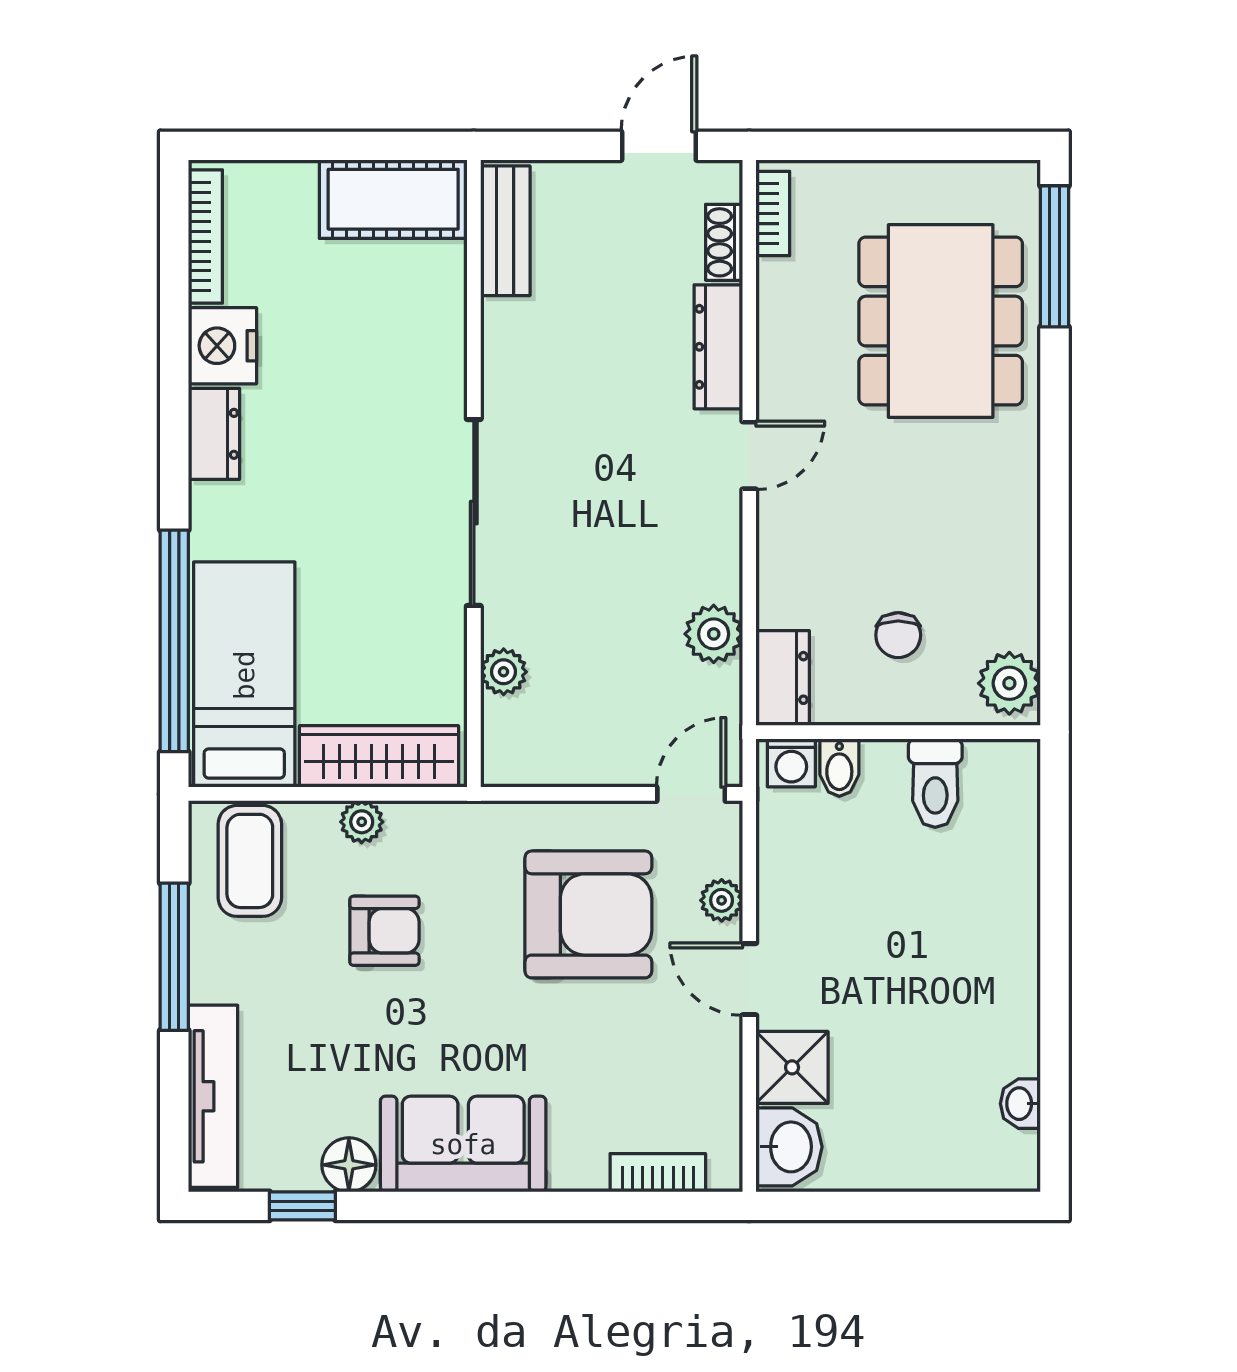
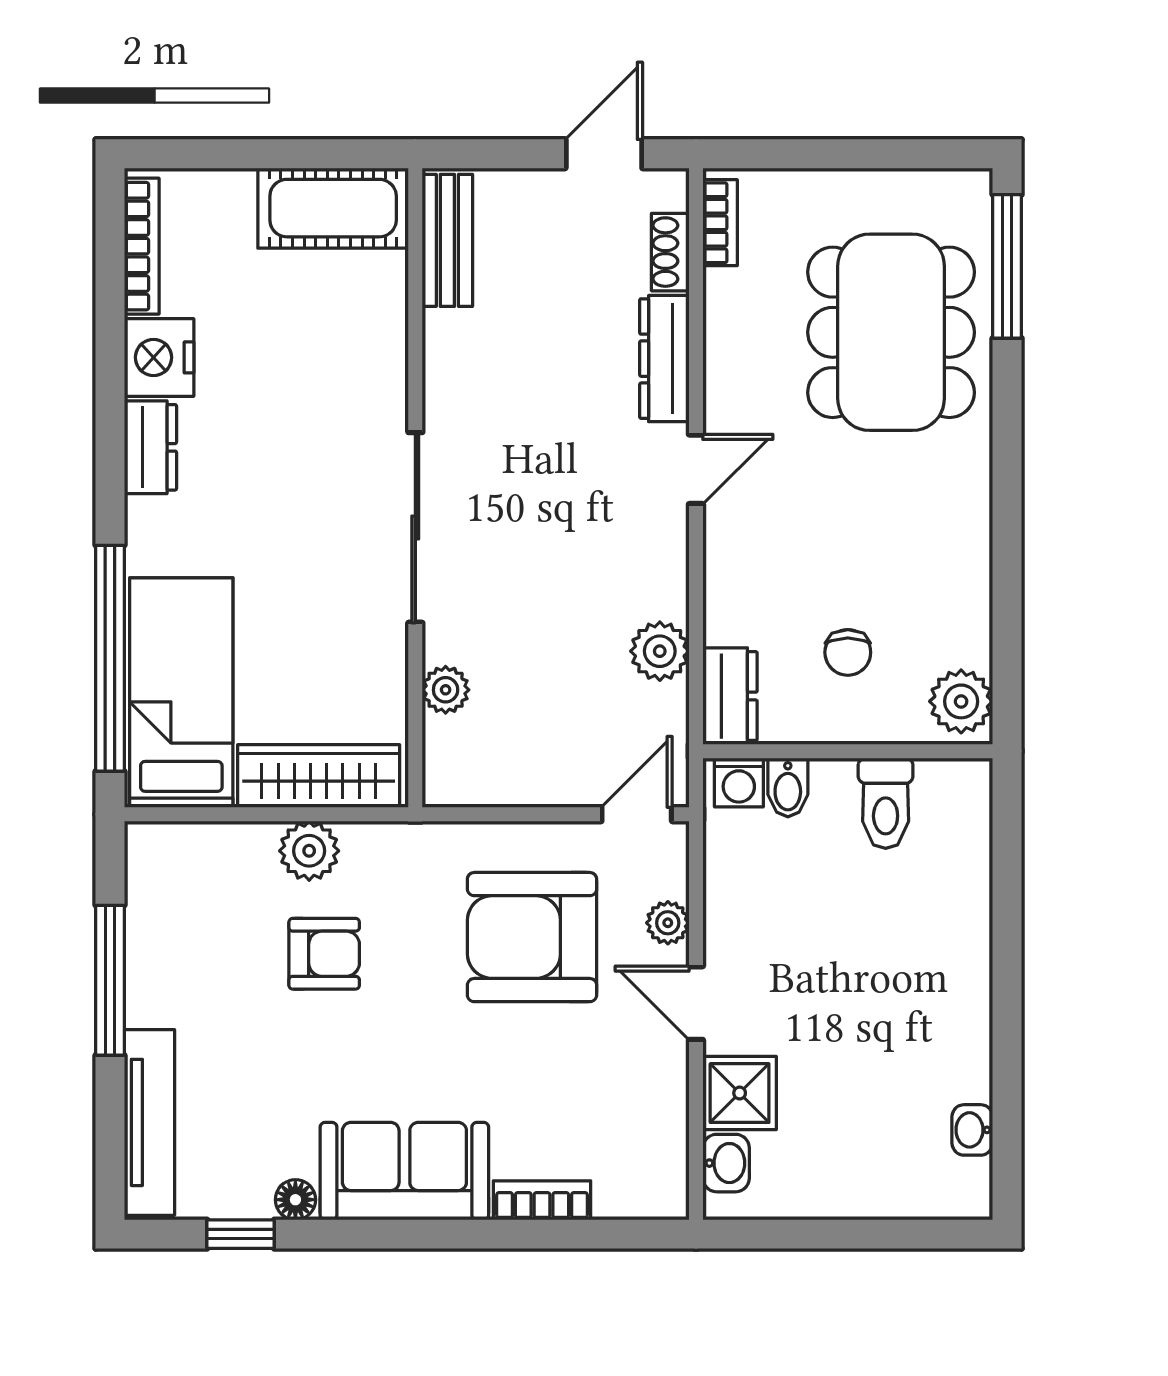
plant: (362, 822) -> (309, 851), width x1.38, depth x1.38
coffee table: (250, 861) -> (187, 883), removed
armchair: (588, 914) -> (532, 937), turned 180
washbasin: (789, 1147) -> (726, 1163), width x0.72, depth x0.69
floor lamp: (349, 1165) -> (295, 1200), width x0.73, depth x0.73
bookcase: (658, 1173) -> (542, 1200), moved

